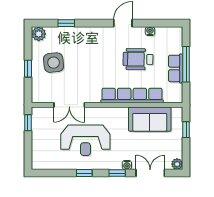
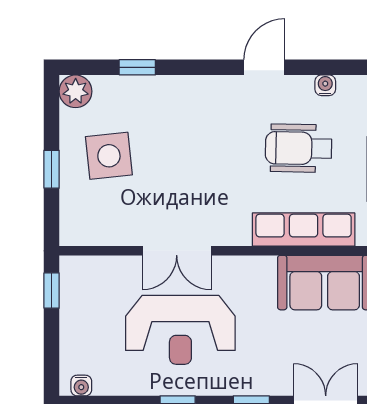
row of seats: (132, 95) -> (304, 230), width x0.73
double door: (69, 105) -> (177, 251), moved
water cooler: (127, 165) -> (81, 386), moved

